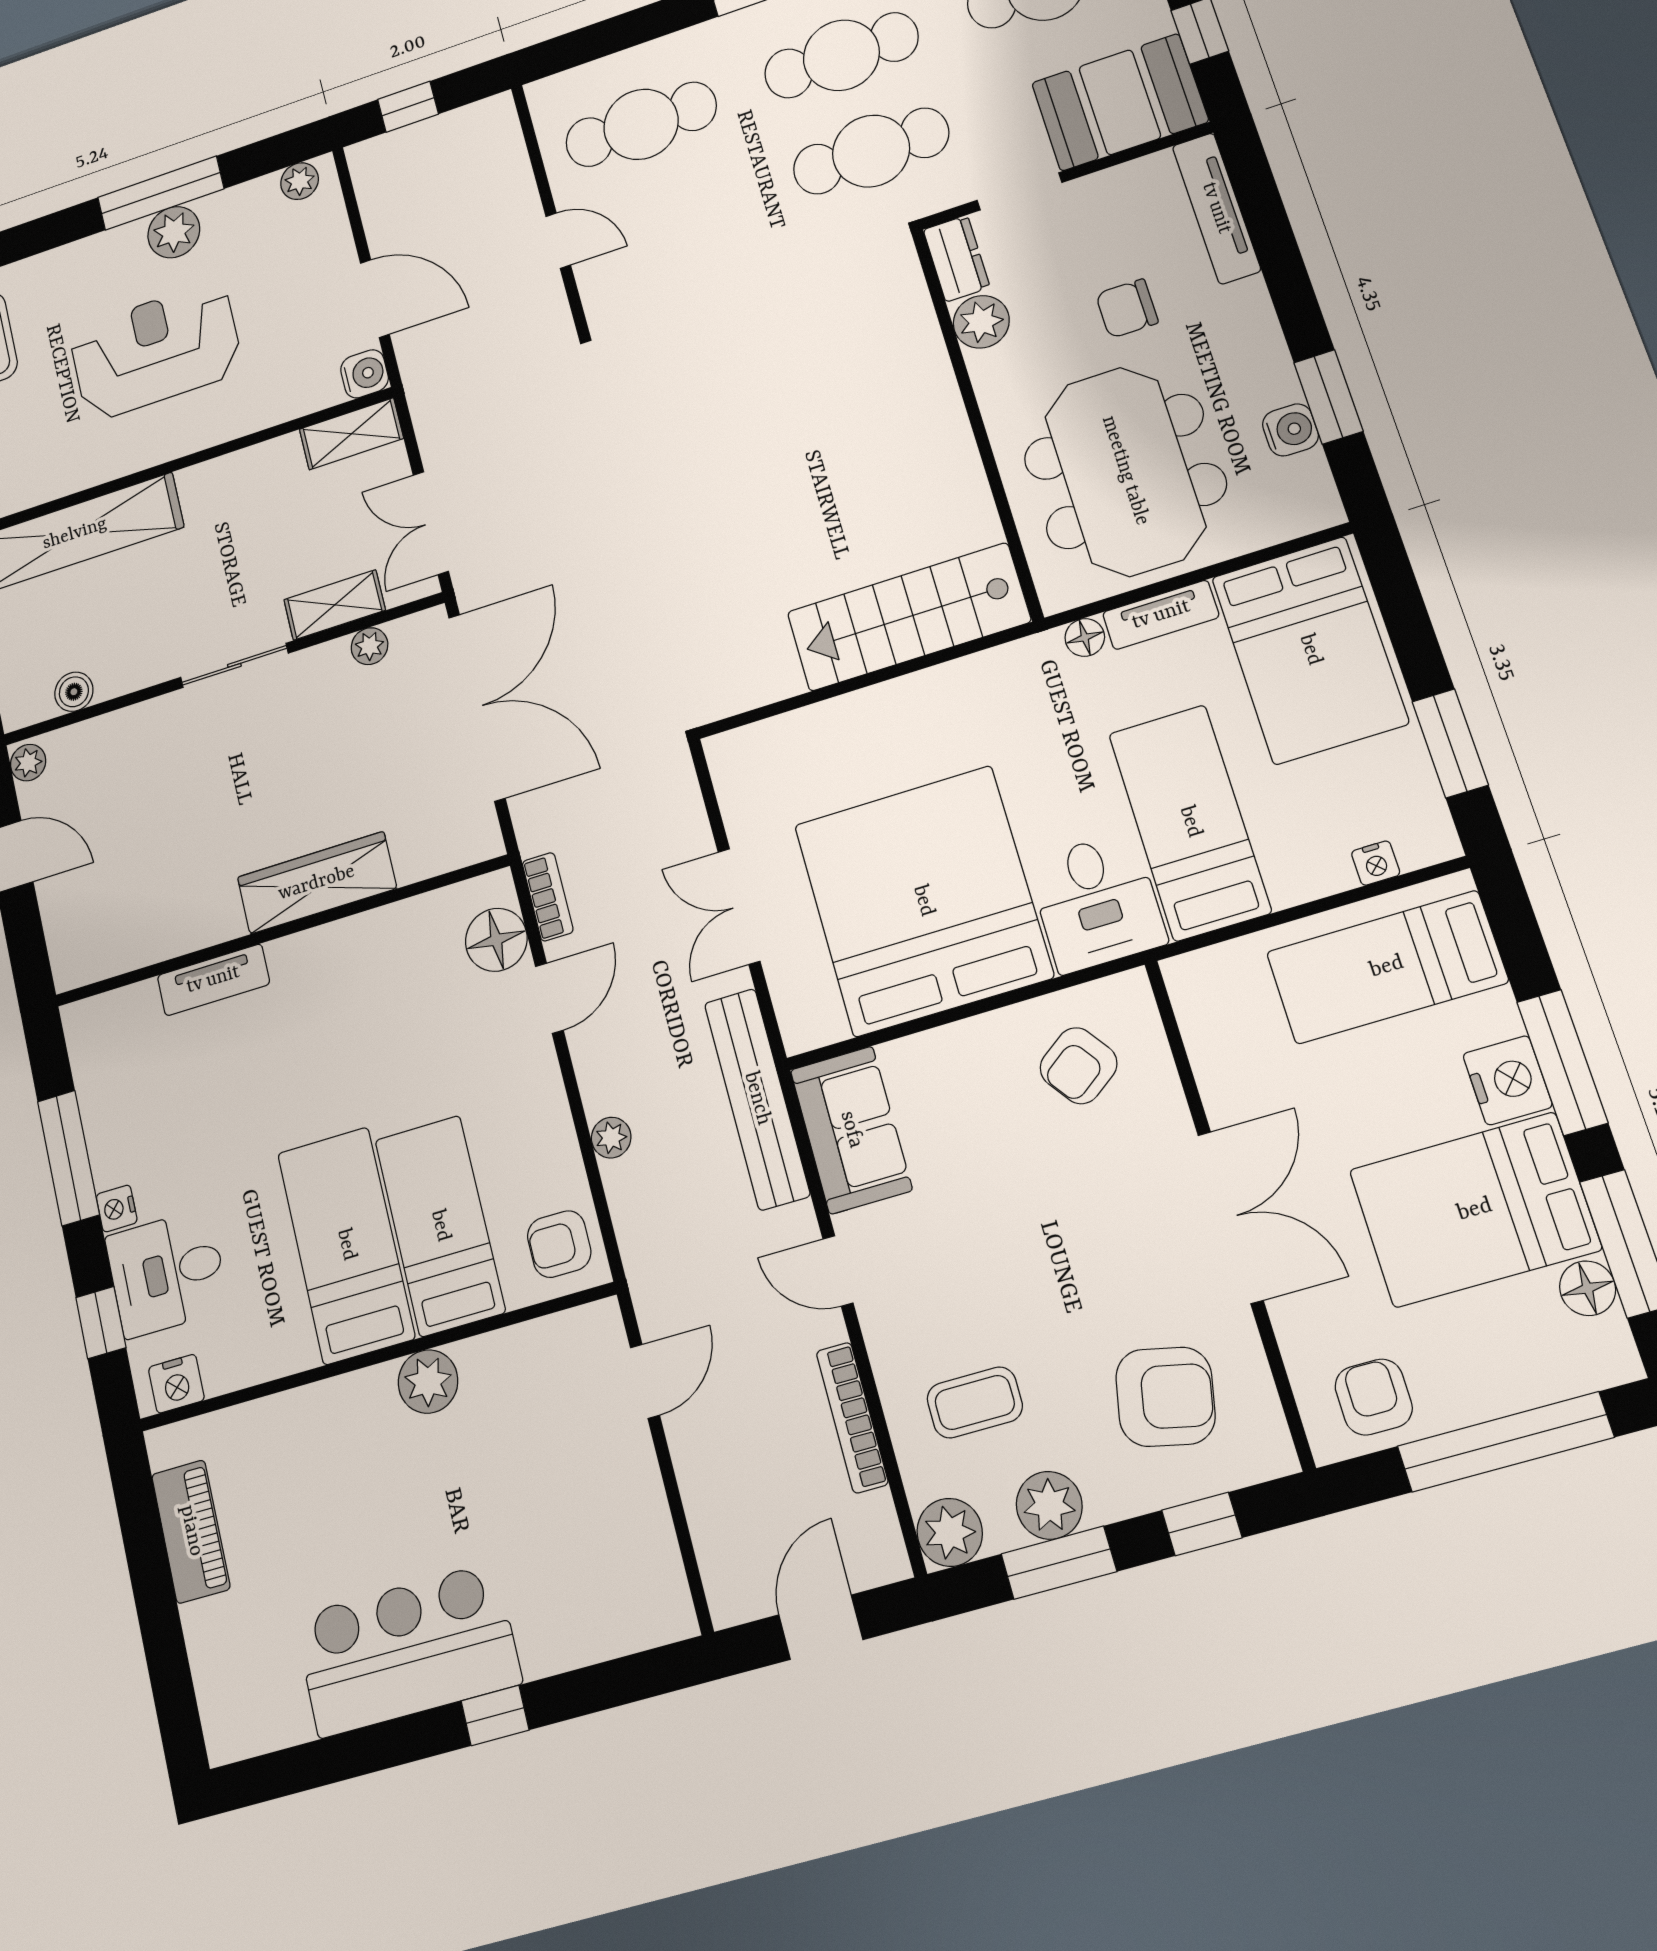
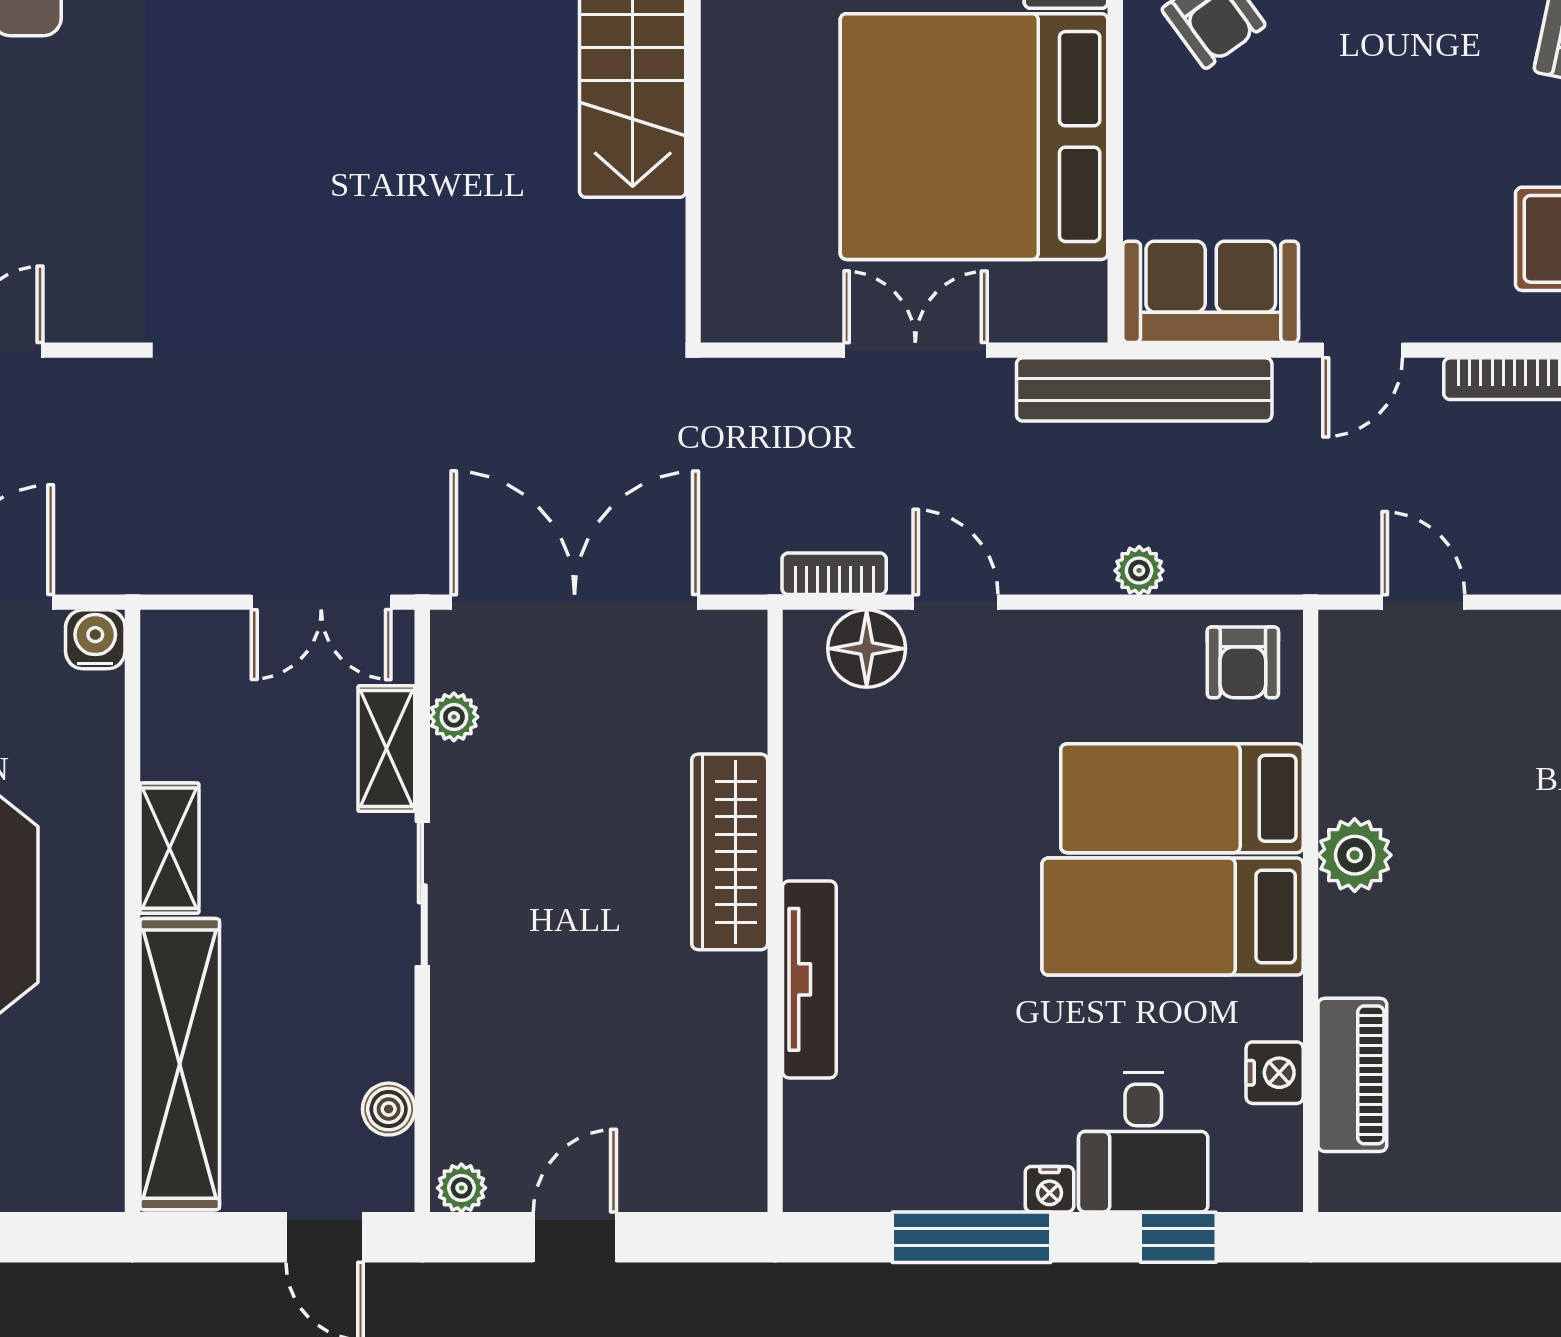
shelving: (351, 434) -> (169, 848), moved
double door: (739, 906) -> (915, 350), swing flipped
tv unit: (213, 980) -> (809, 979), width x1.41
nightstand: (176, 1384) -> (1275, 1073), moved
piano: (191, 1531) -> (1352, 1075), moved, turned 90

